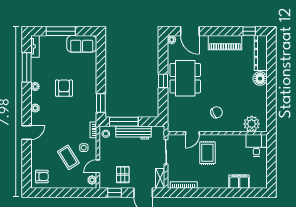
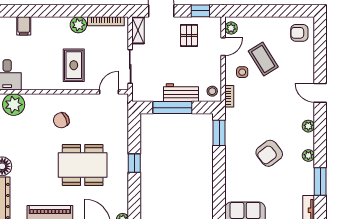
window: (27, 67) -> (320, 181), width x0.69
dining table: (185, 78) -> (83, 165), moved, turned 90
armchair: (64, 88) -> (269, 153), turned 52
window: (124, 122) -> (172, 108), moved
door: (27, 132) -> (320, 93), hinge flipped
workbench: (133, 133) -> (181, 93), width x0.73
door: (192, 133) -> (109, 92), moved
plant: (204, 182) -> (78, 25), added
filing cabinet: (239, 182) -> (24, 26), width x0.50

